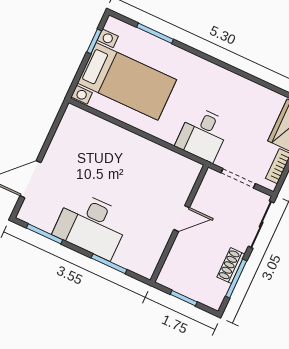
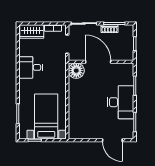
desk: (203, 134) -> (31, 67), moved, turned 180
floor lamp: (184, 172) -> (76, 71), added
door: (182, 219) -> (98, 62), width x1.88

